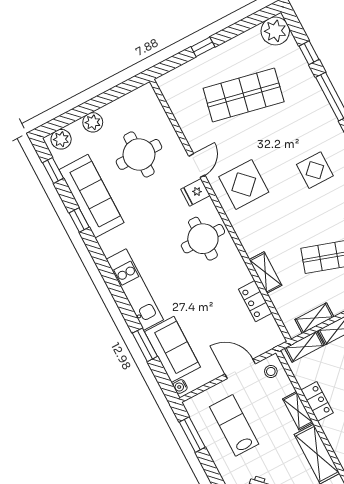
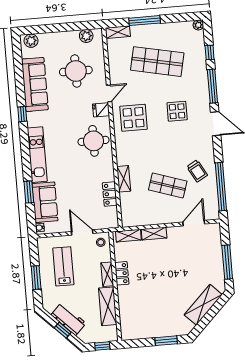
plant: (275, 31) -> (198, 25), width x0.53, depth x0.53
window: (203, 47) -> (145, 21), width x2.17
plant: (93, 122) -> (86, 36), moved
window: (53, 170) -> (18, 58), removed
display table: (315, 170) -> (177, 111), moved
window: (79, 220) -> (22, 114), moved
shelving: (314, 318) -> (118, 32), moved
window: (192, 435) -> (36, 278), moved

